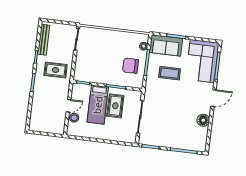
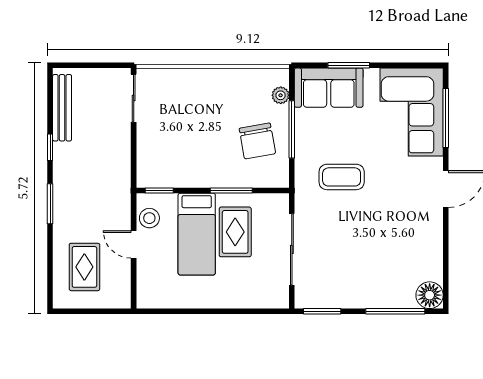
chair: (131, 66) -> (257, 141), turned -100
rug: (56, 70) -> (84, 267), moved, turned 90
coffee table: (170, 73) -> (342, 177), moved
door: (69, 106) -> (134, 244), swing flipped
stool: (74, 118) -> (149, 218), moved
floor lamp: (203, 120) -> (430, 295), moved

